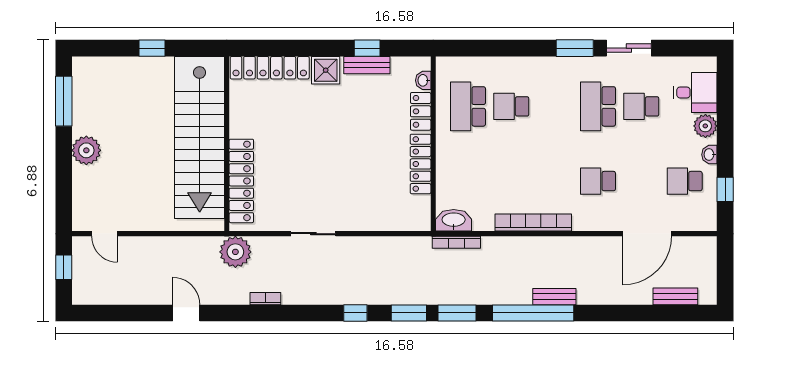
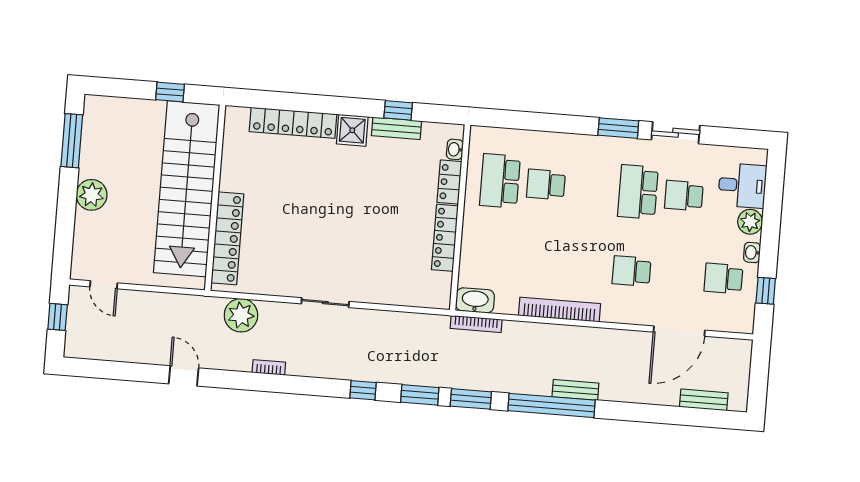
stairs: (200, 137) -> (187, 189), moved
wall: (227, 144) -> (215, 198), moved
locker: (241, 181) -> (227, 238), moved

